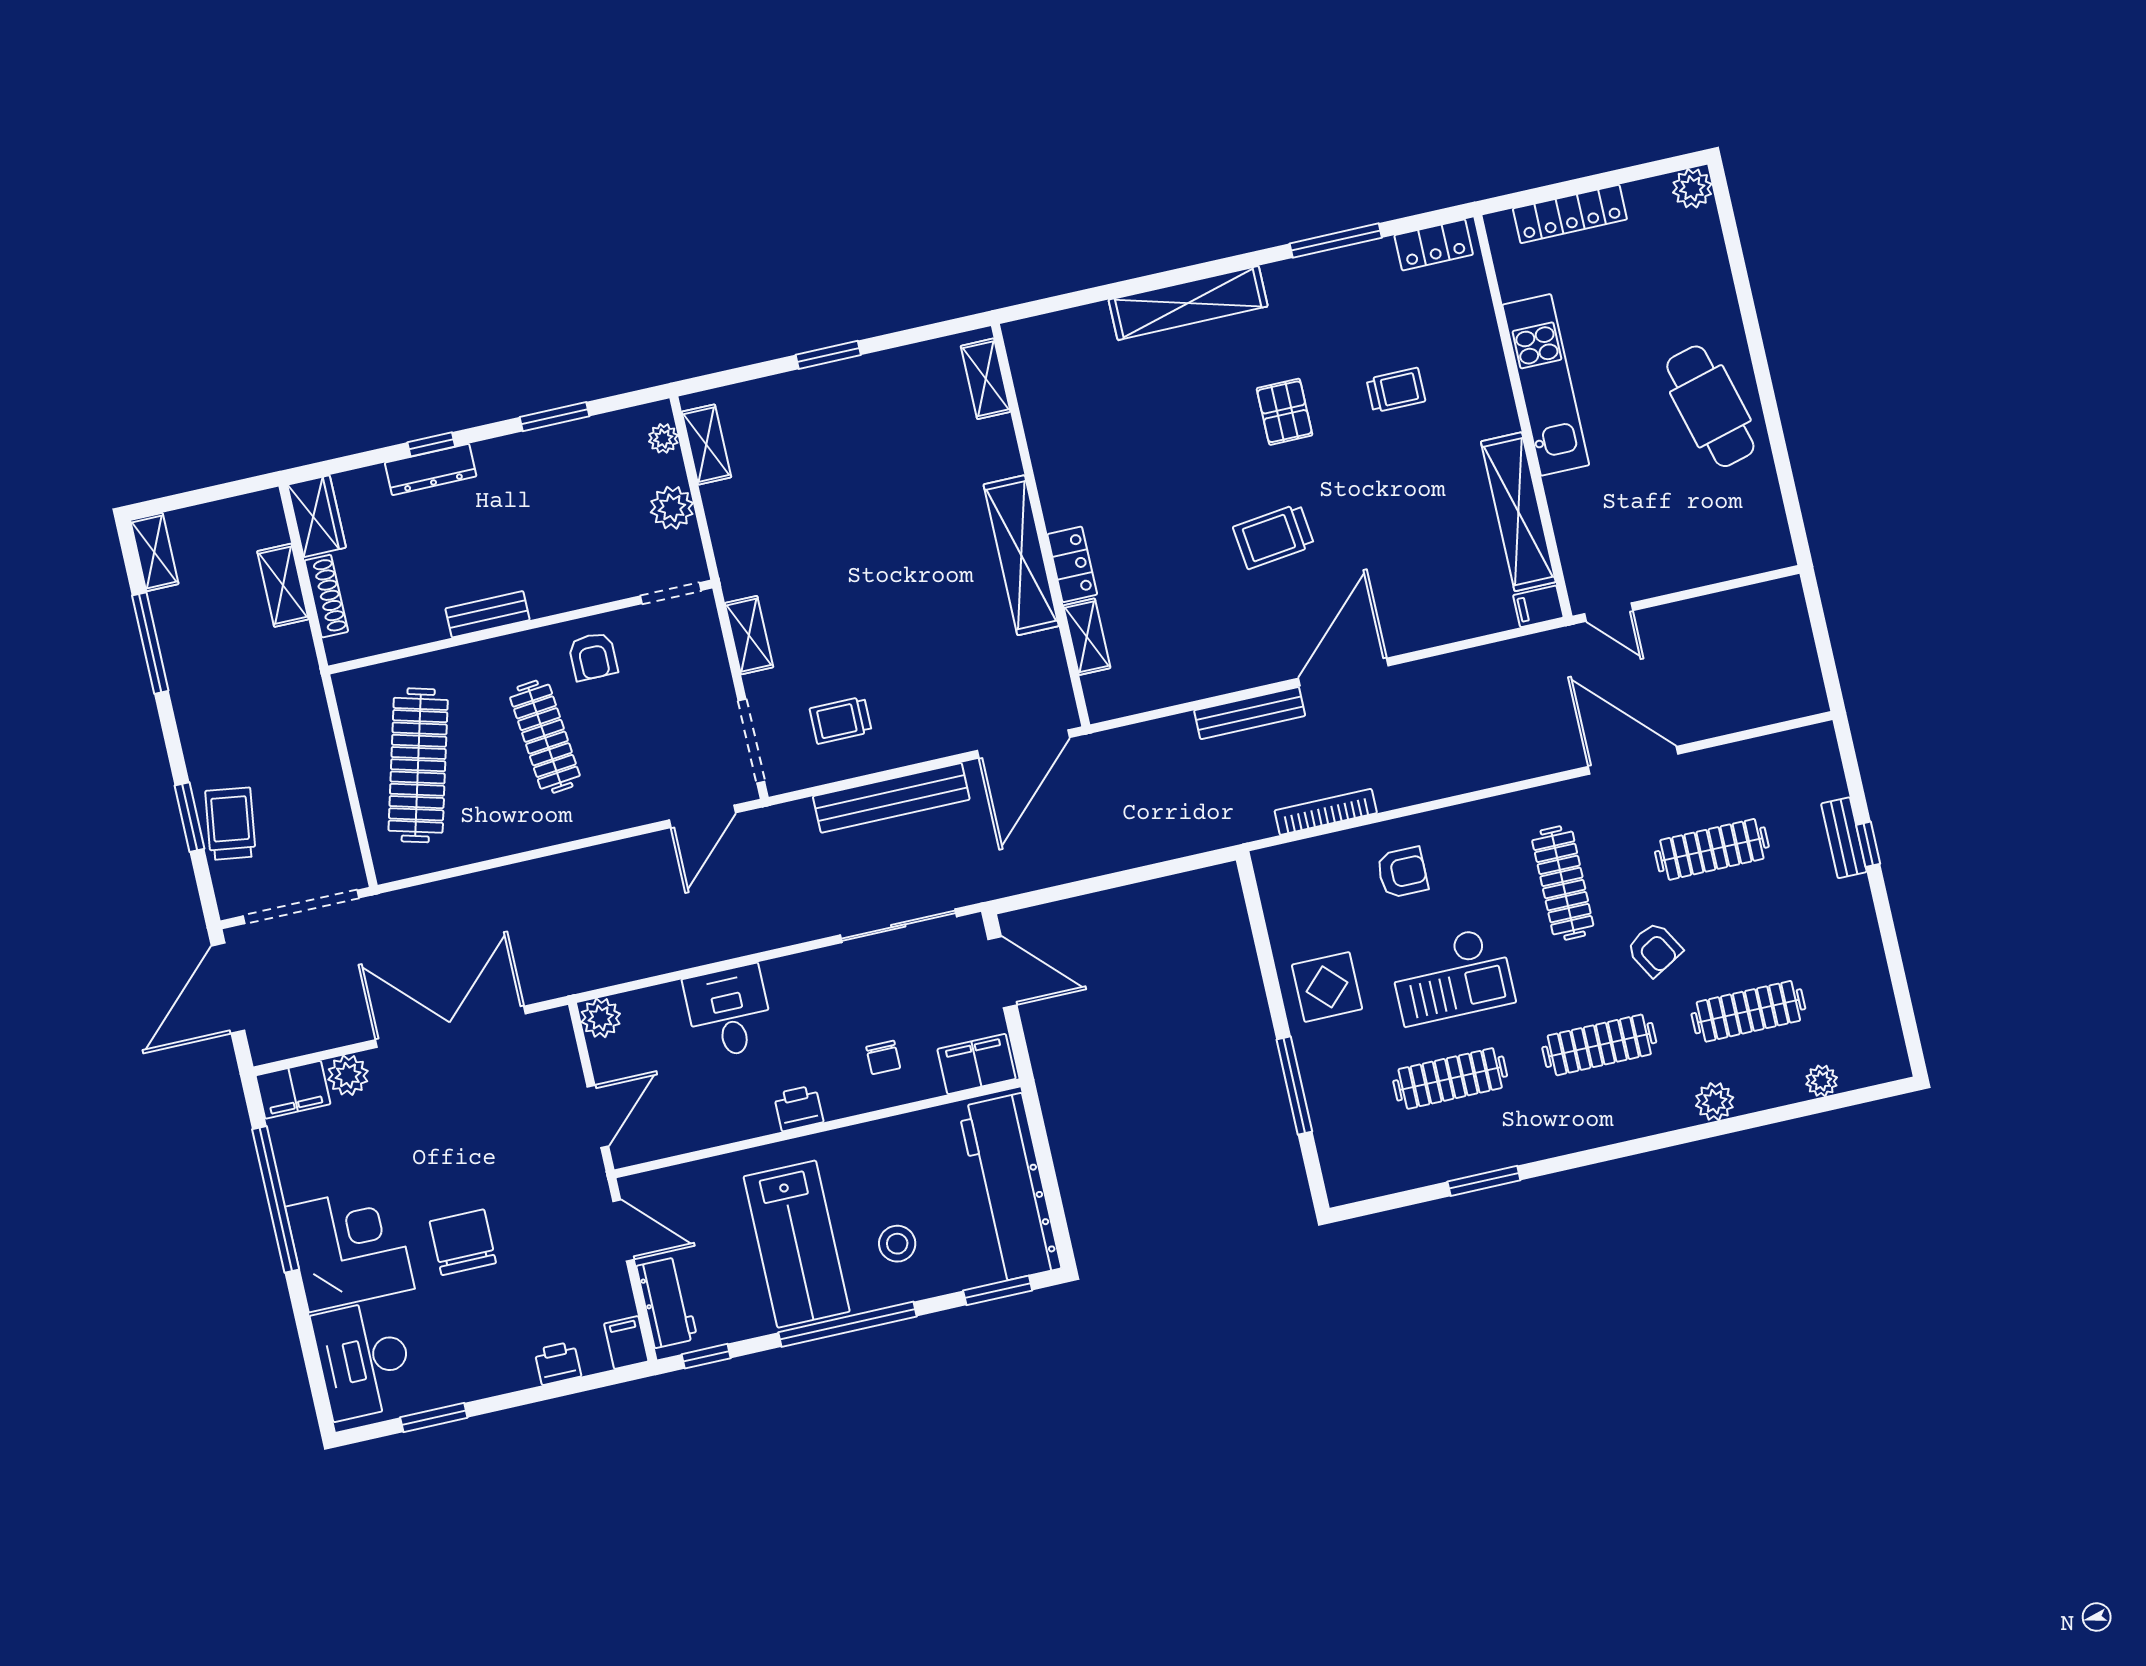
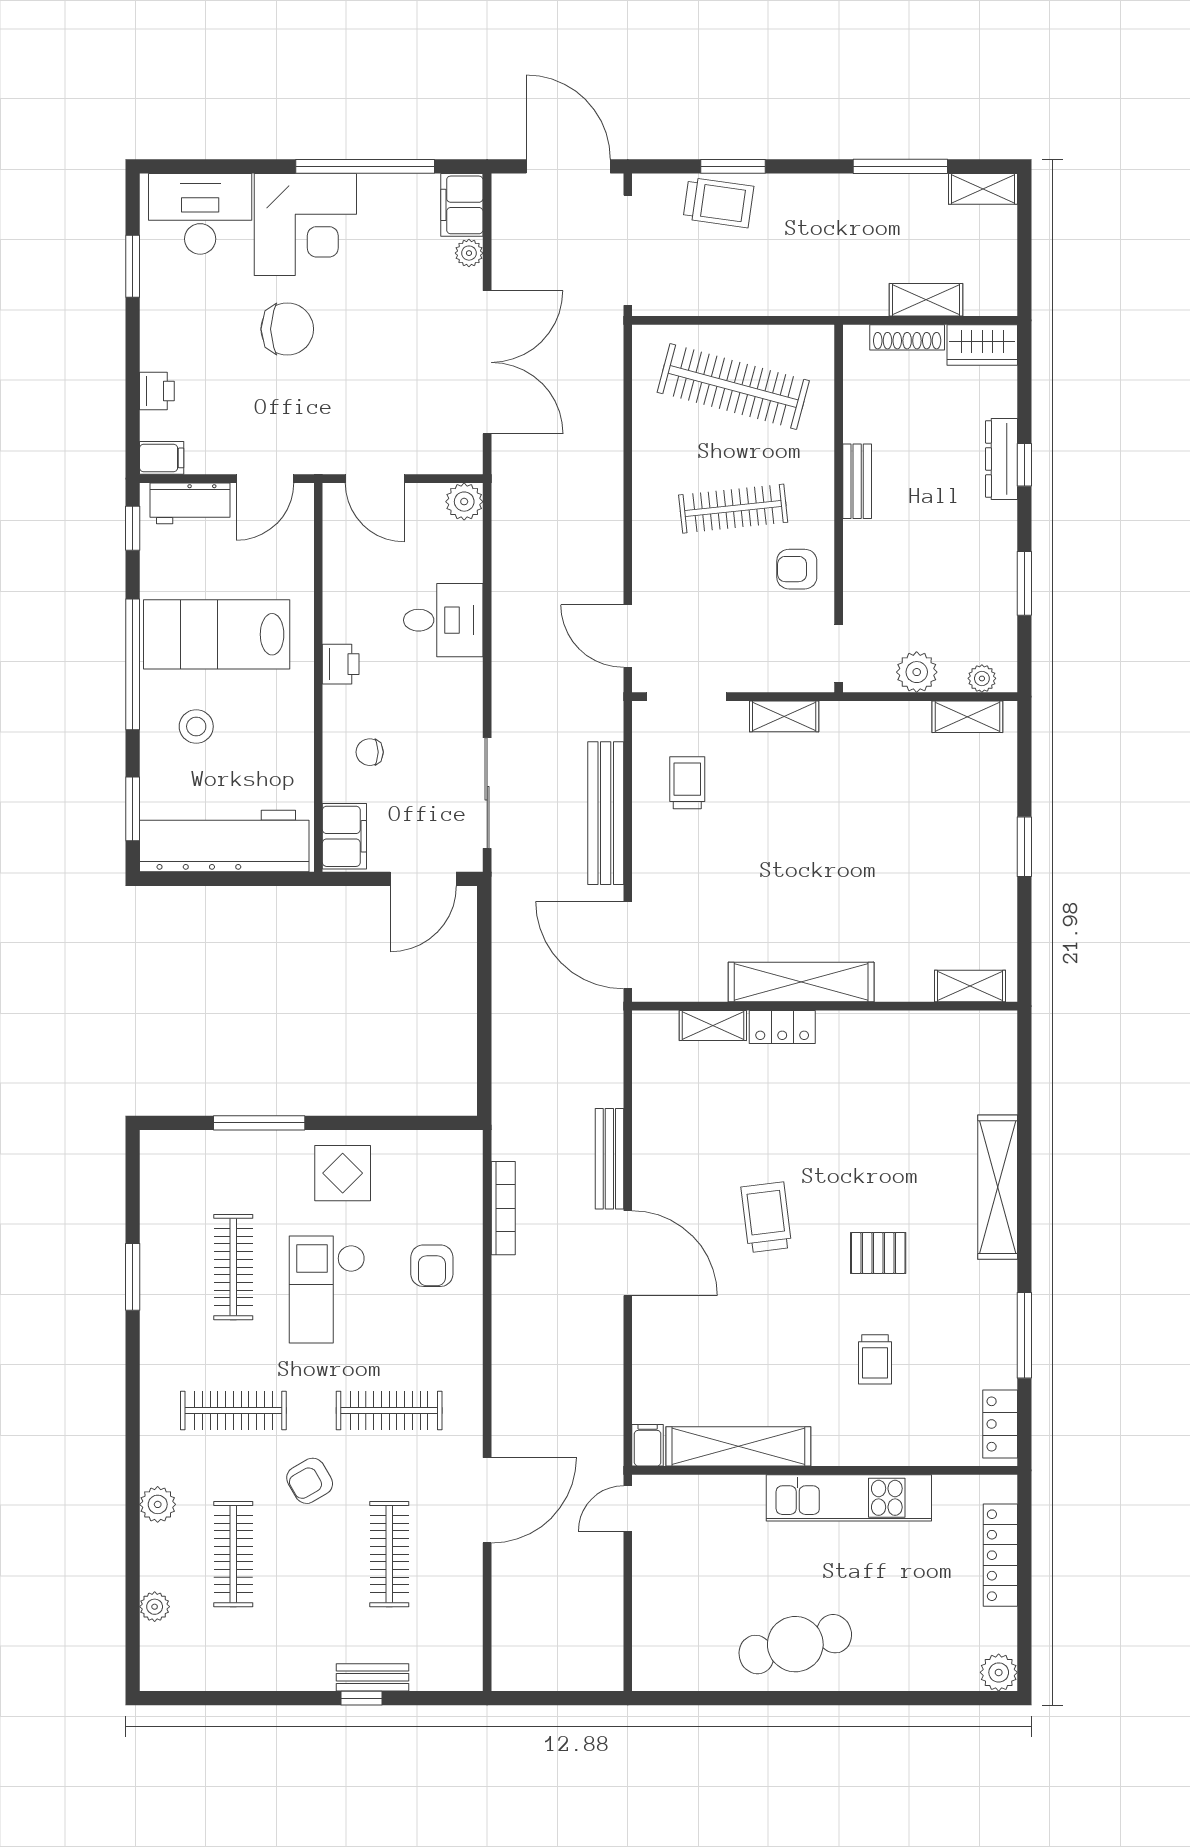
clothes rail: (1599, 1045) -> (233, 1411), turned 90
plant: (348, 1075) -> (469, 253), width x0.73, depth x0.73

